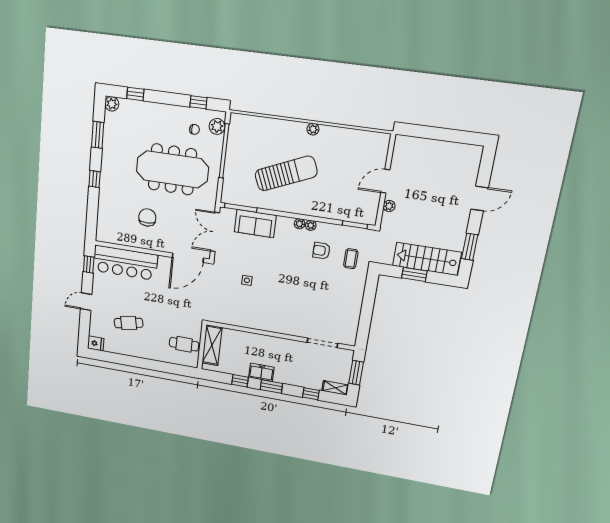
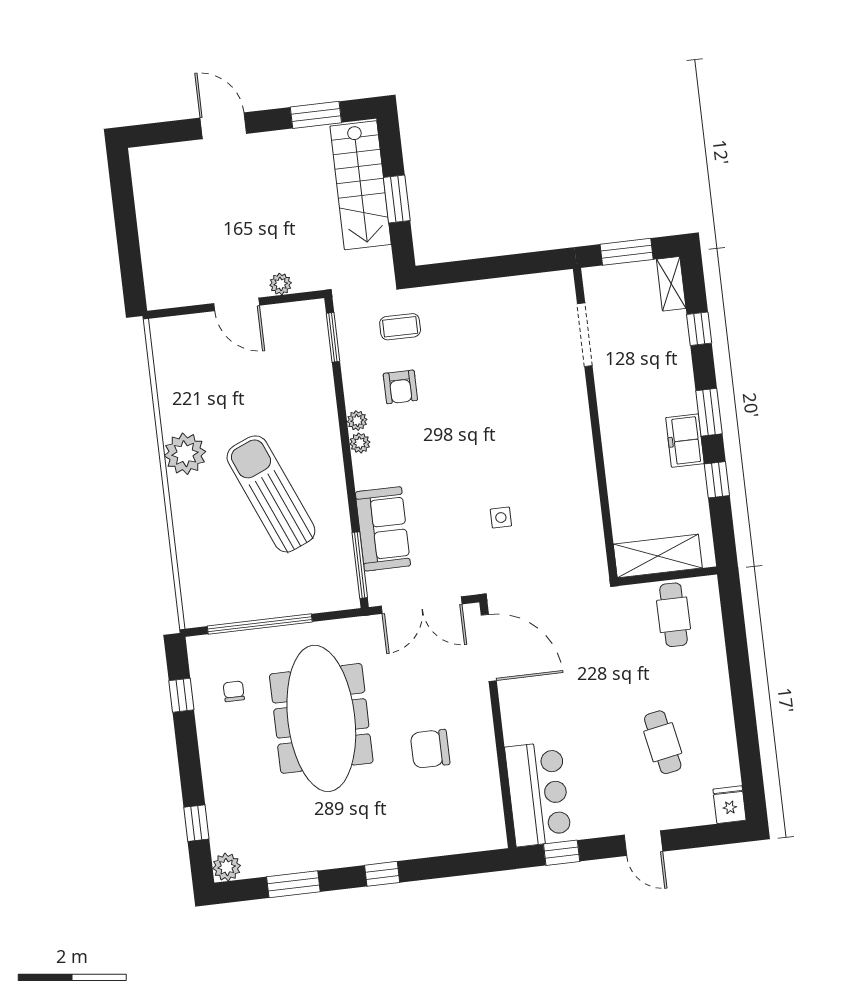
plant: (217, 127) -> (217, 649), removed
plant: (313, 129) -> (185, 454), width x1.88, depth x1.88
bar counter: (125, 263) -> (538, 794), width x0.73

